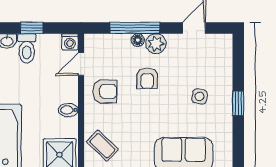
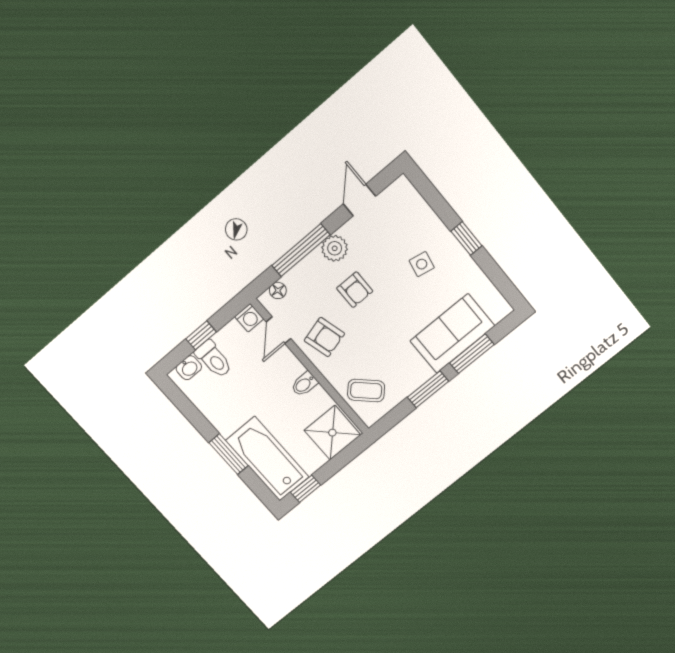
floor lamp: (138, 40) -> (278, 290), moved
armchair: (105, 91) -> (324, 337), turned 75

